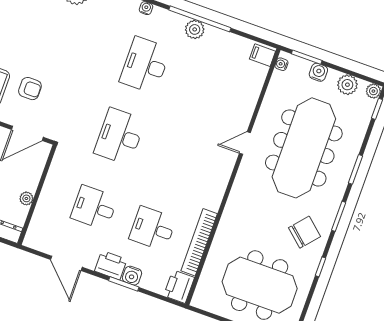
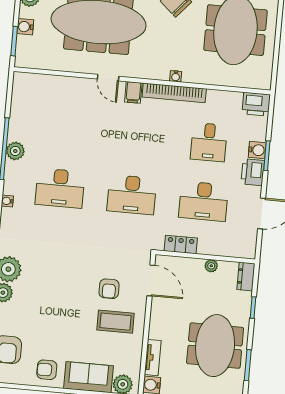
filing cabinet: (263, 55) -> (133, 92), moved
water cooler: (281, 64) -> (176, 76), moved
armchair: (30, 89) -> (109, 289), turned 180
locker: (56, 173) -> (181, 245), added
desk: (94, 208) -> (203, 201), width x1.37
bookcase: (199, 242) -> (174, 93), moved

